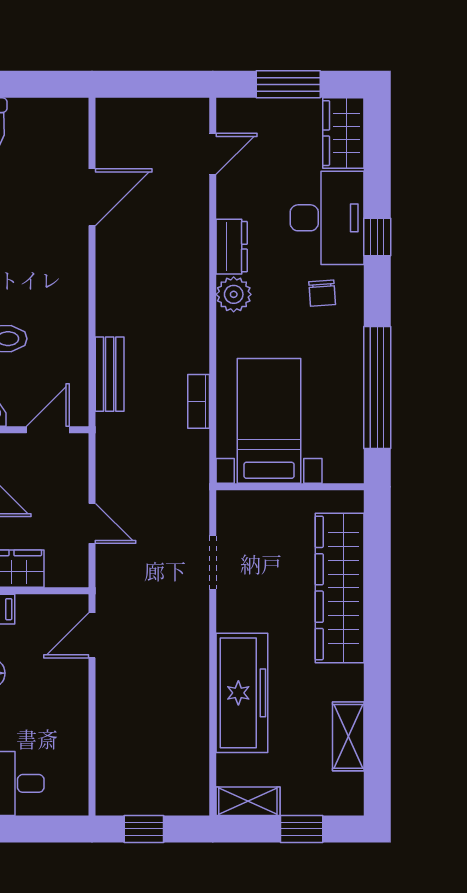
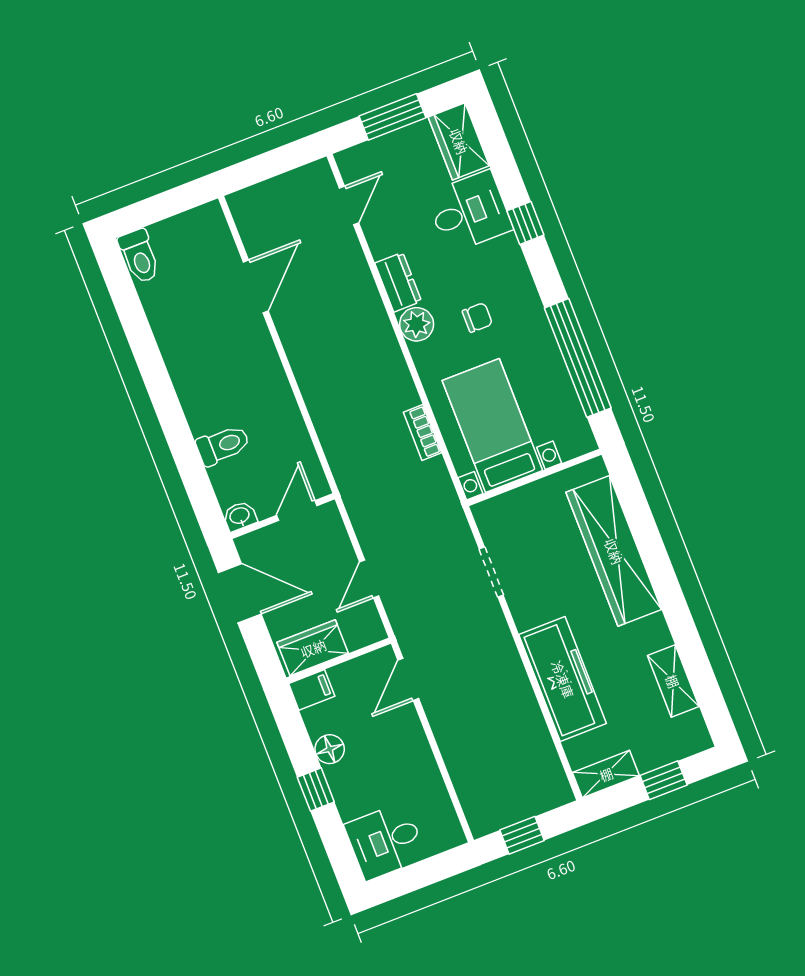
desk: (327, 218) -> (469, 212), width x0.73
chair: (322, 293) -> (477, 317), moved, turned -86
bench: (110, 374) -> (333, 439), removed
door: (92, 523) -> (369, 579), swing flipped

